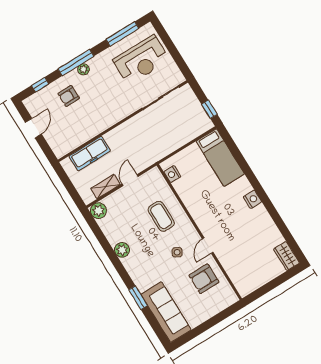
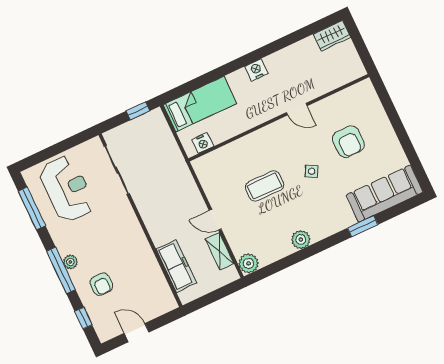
nightstand: (172, 174) -> (203, 143), moved
wall: (199, 232) -> (279, 118), moved
door: (208, 246) -> (297, 109), moved

